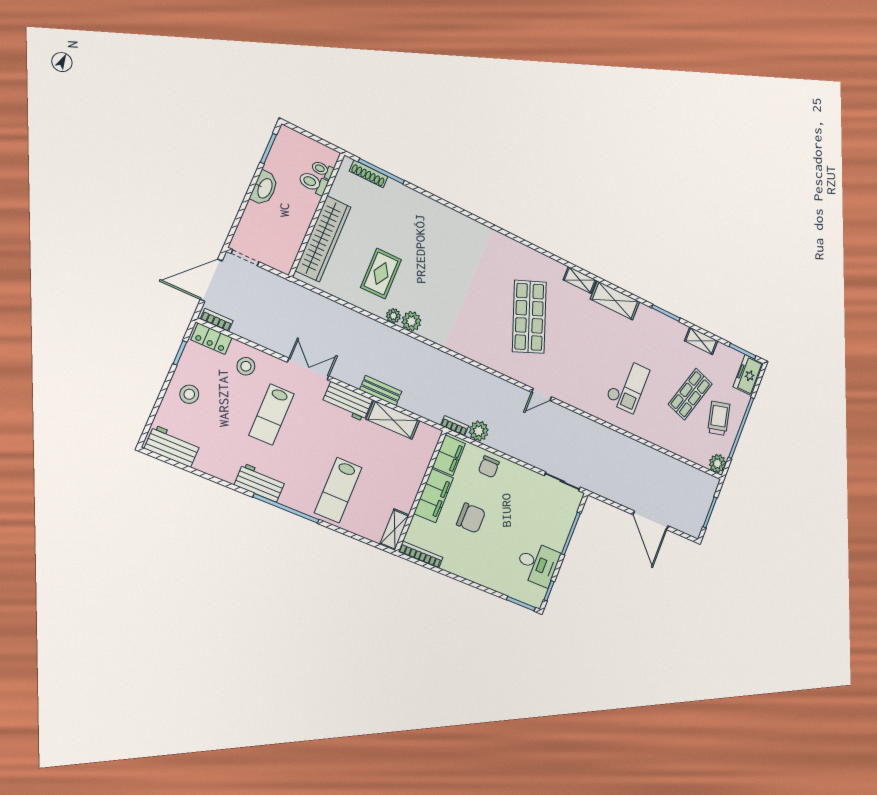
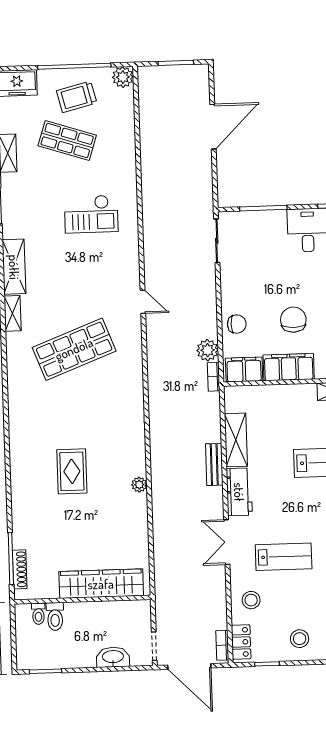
washbasin: (264, 188) -> (113, 657), moved
rug: (381, 274) -> (72, 471), moved, turned 90
plant: (411, 321) -> (136, 465), removed
checkout: (628, 386) -> (91, 214), turned 180

